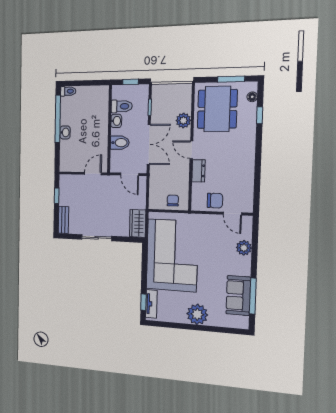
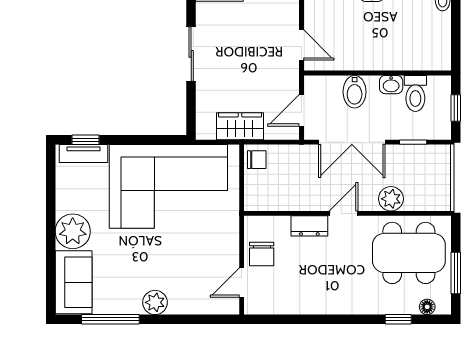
chair: (173, 201) -> (257, 160), moved
wardrobe: (138, 223) -> (240, 126), moved
plant: (244, 248) -> (155, 302), moved
sofa: (238, 296) -> (74, 282), moved, turned 90

